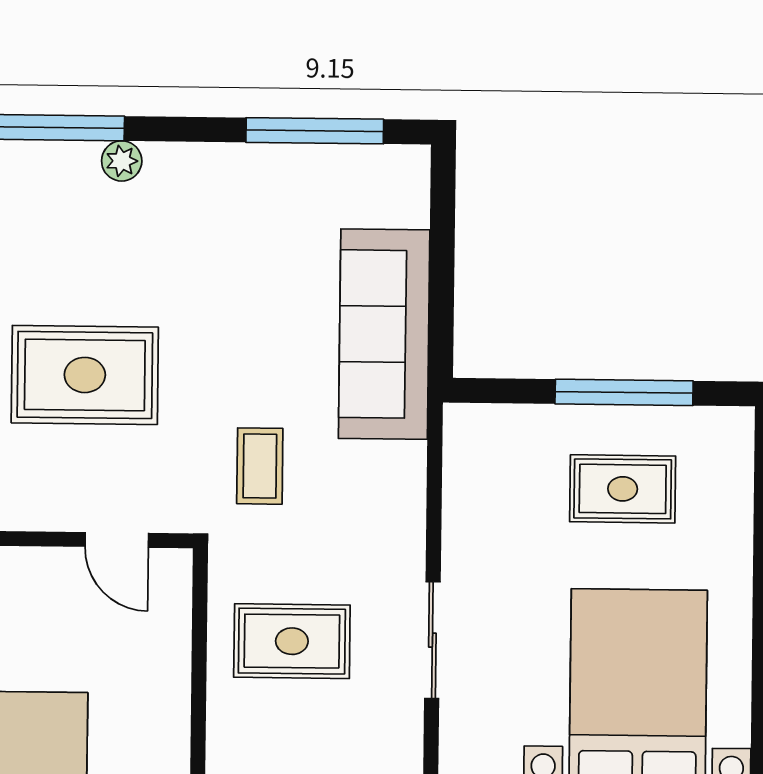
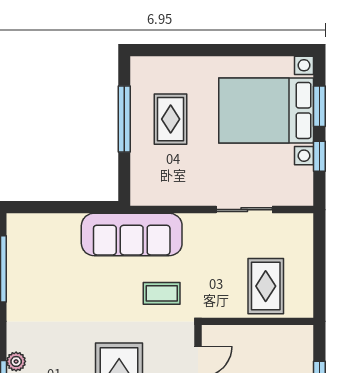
sofa: (384, 334) -> (132, 234), moved
rug: (292, 641) -> (266, 286), moved

